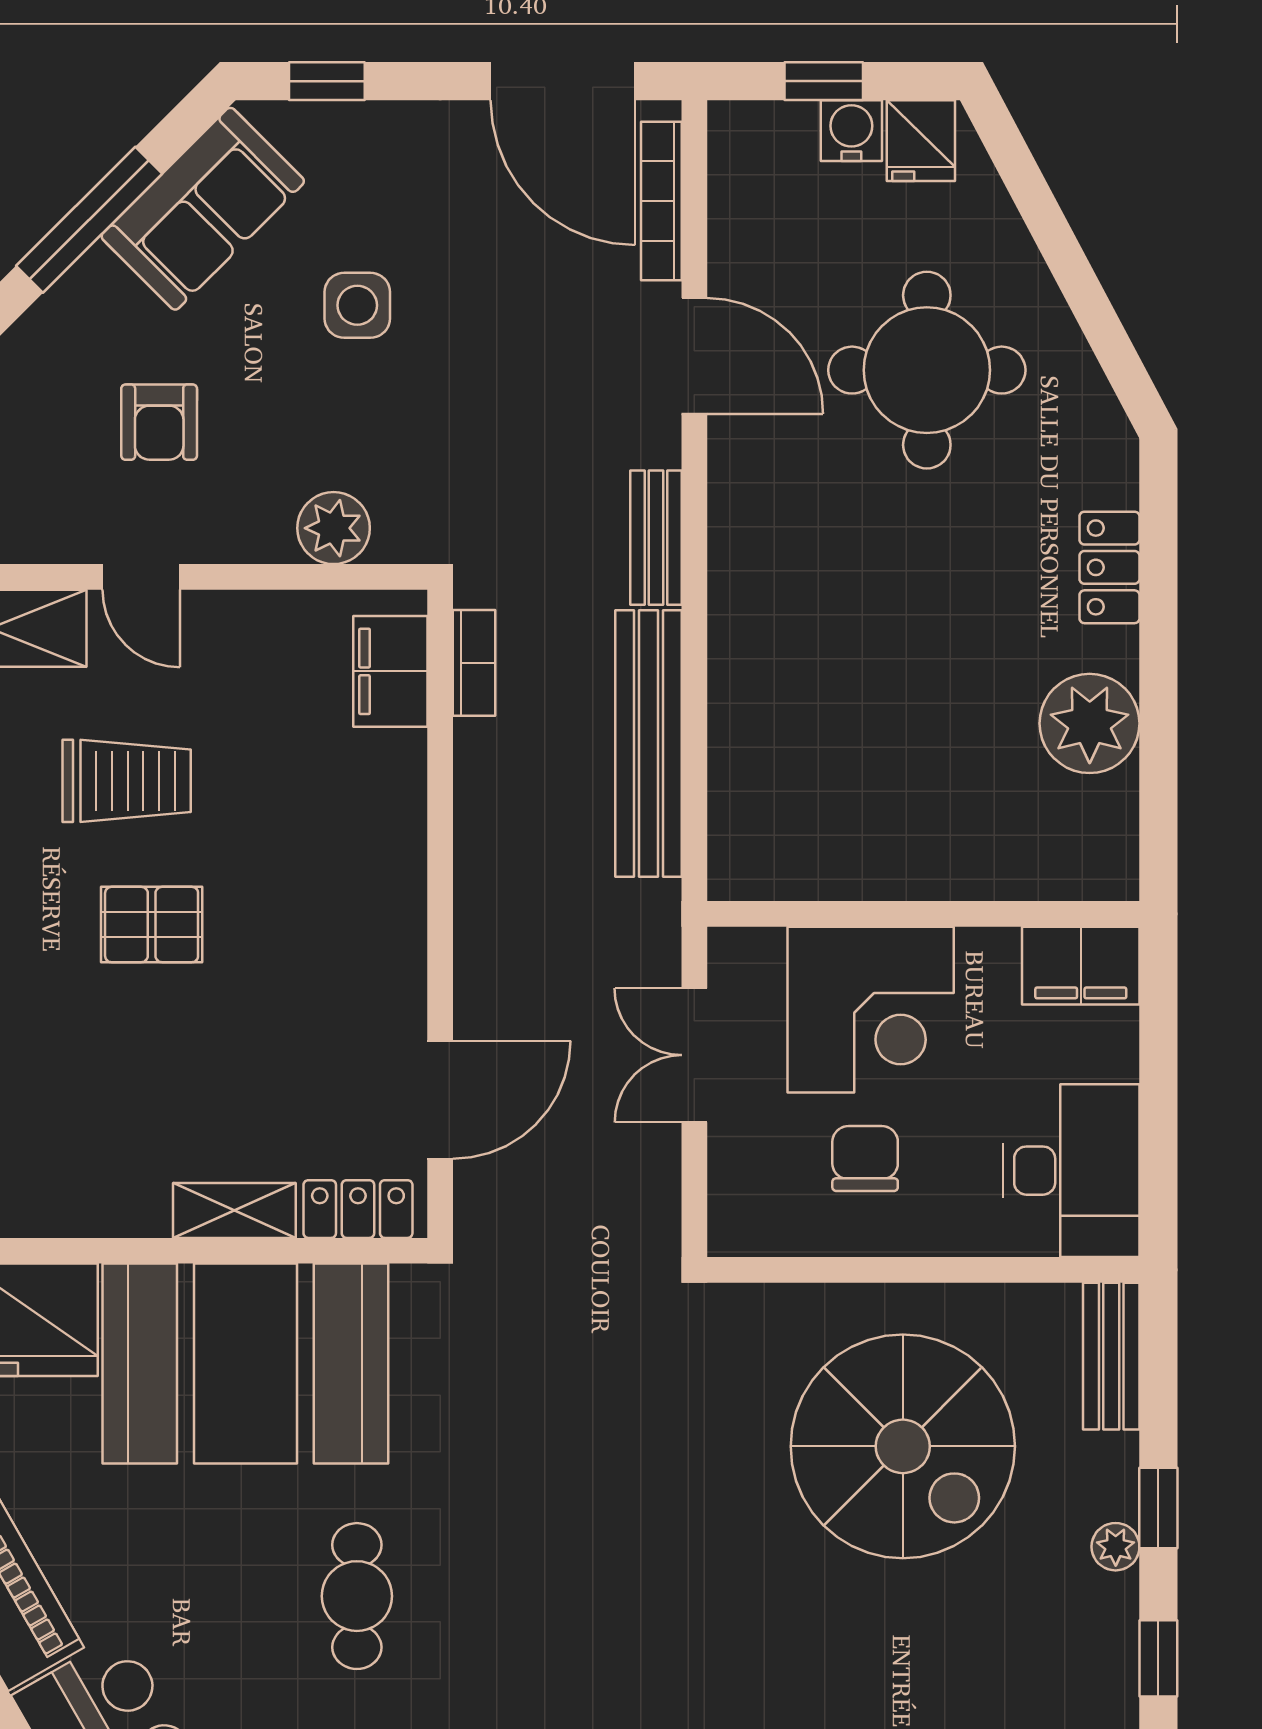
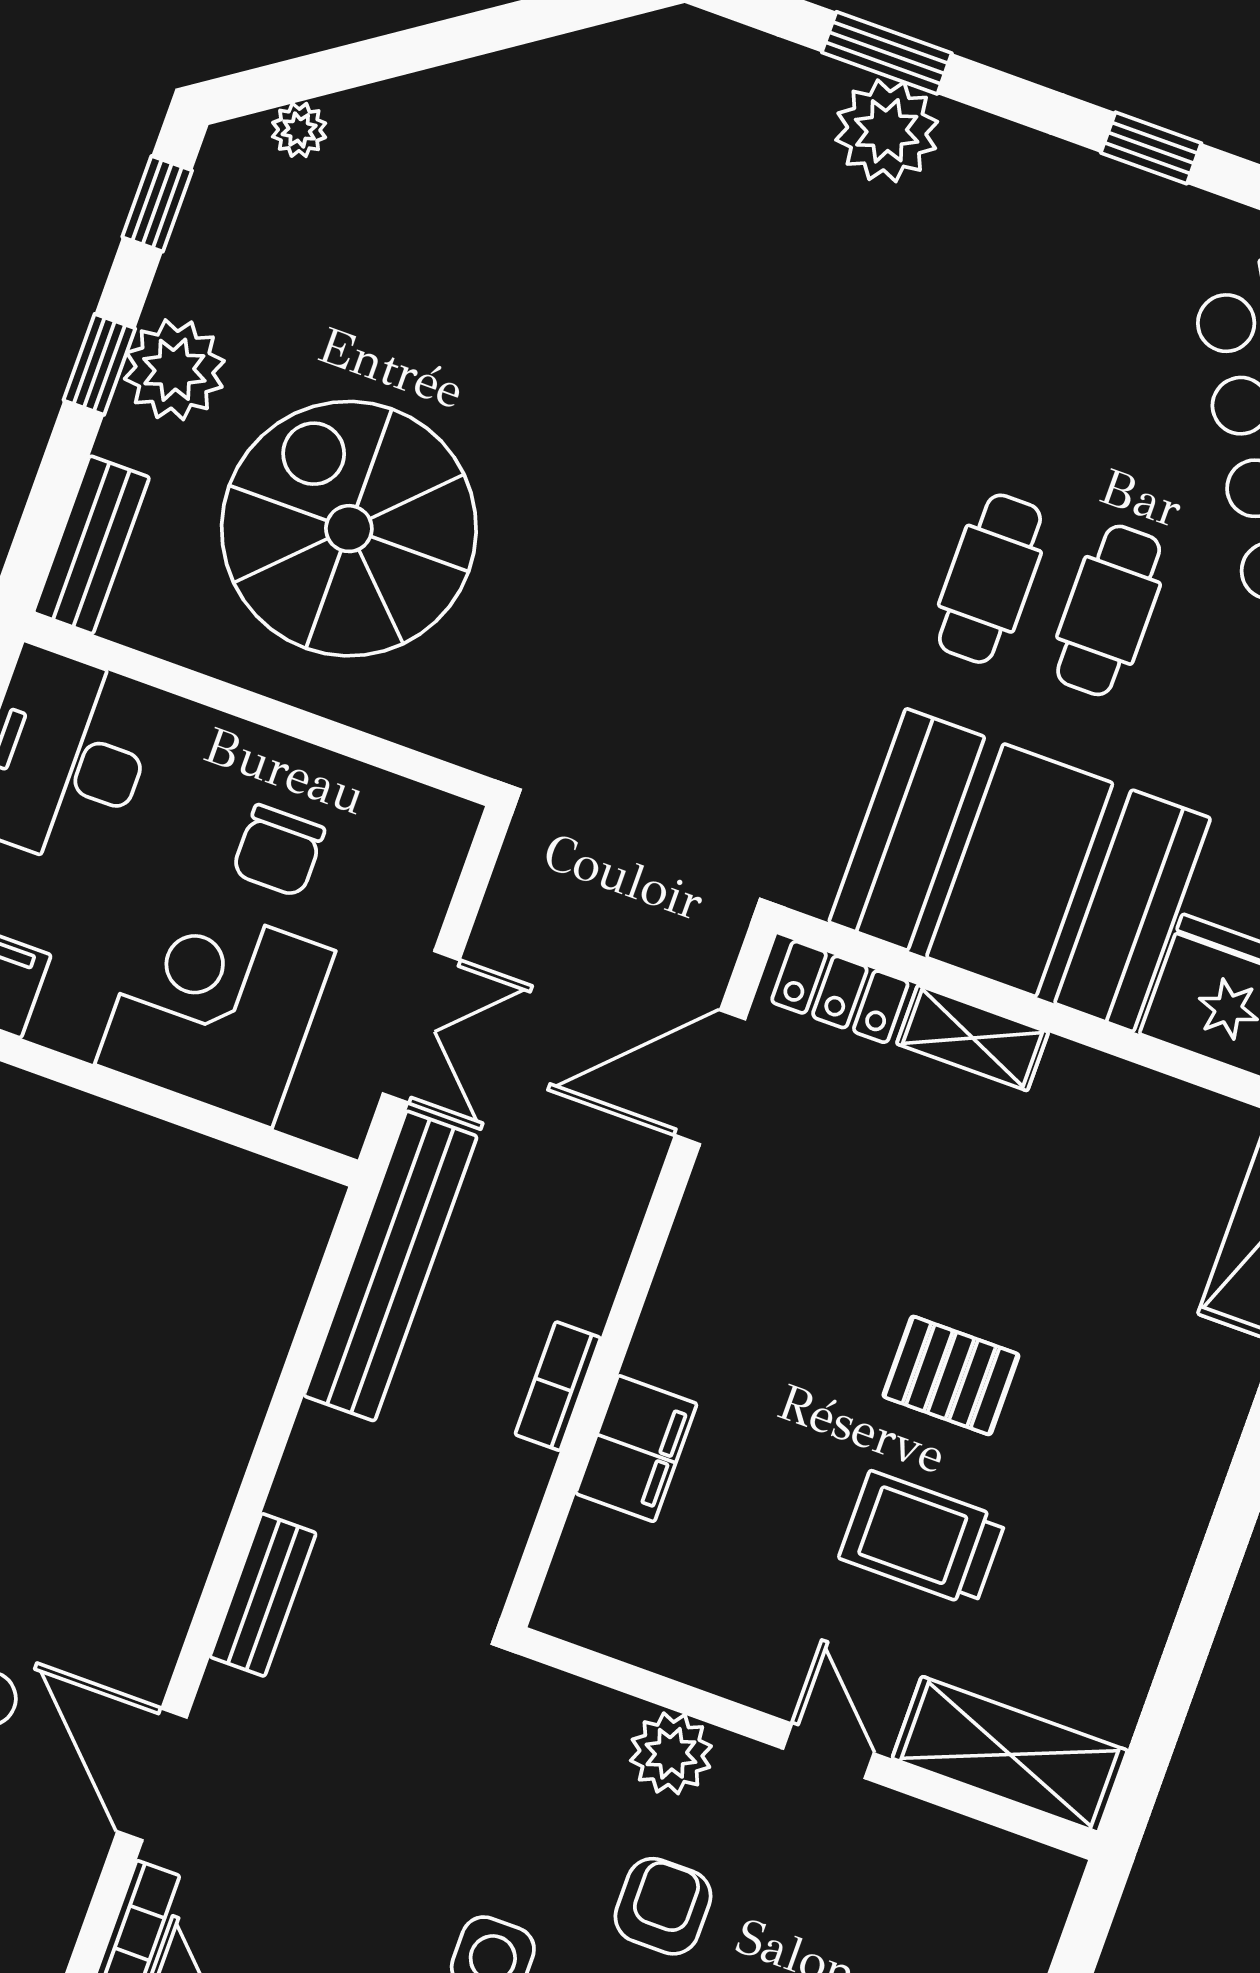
armchair: (159, 422) -> (663, 1906), moved
plant: (334, 528) -> (671, 1753), moved
bookcase: (474, 663) -> (558, 1386), moved
filing cabinet: (390, 671) -> (636, 1449), moved
bench: (648, 743) -> (390, 1266), moved
plant: (1116, 1547) -> (174, 370), width x1.87, depth x1.87
cafe table: (249, 1605) -> (1109, 610), added

